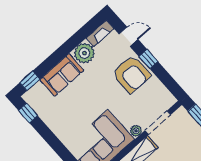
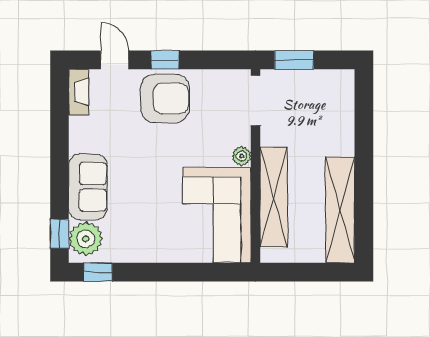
door: (129, 37) -> (115, 60), hinge flipped
plant: (84, 53) -> (86, 239), moved
doorway: (158, 123) -> (256, 101), moved

